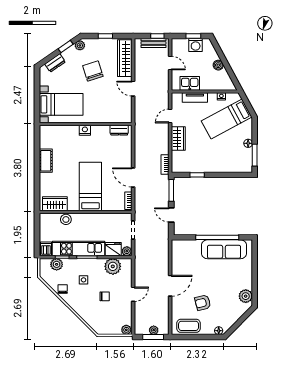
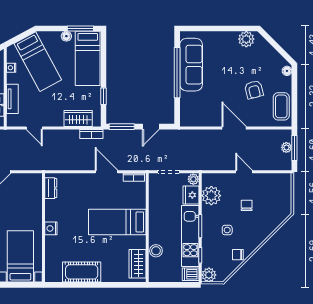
wardrobe: (178, 139) -> (78, 119), moved
cot: (46, 161) -> (82, 272), width x1.37, depth x1.34
bed: (229, 161) -> (88, 58), added
door: (133, 178) -> (107, 172), swing flipped
plant: (57, 264) -> (209, 275), moved
plant: (126, 330) -> (286, 180), removed

